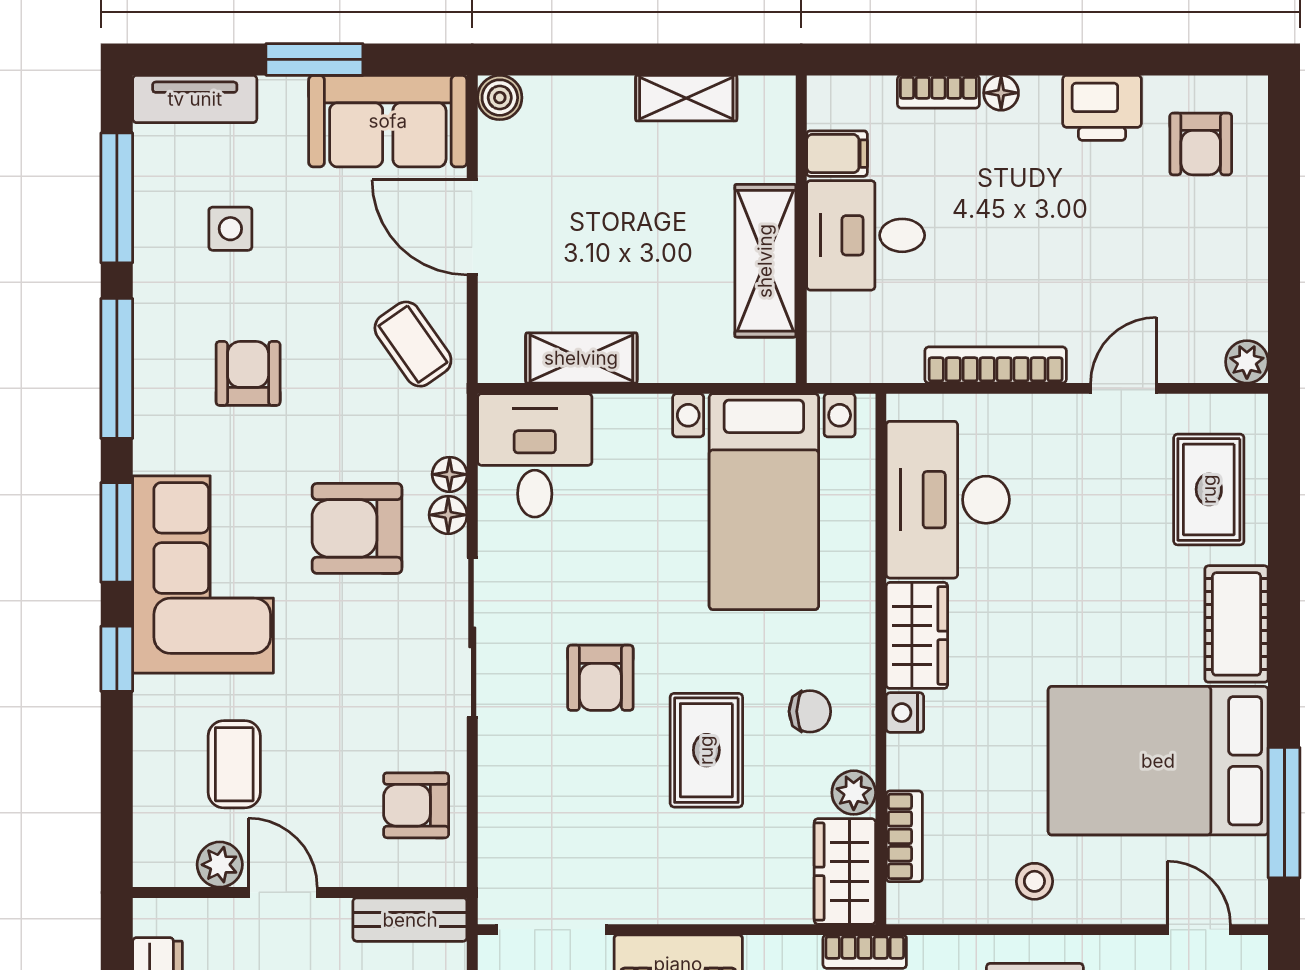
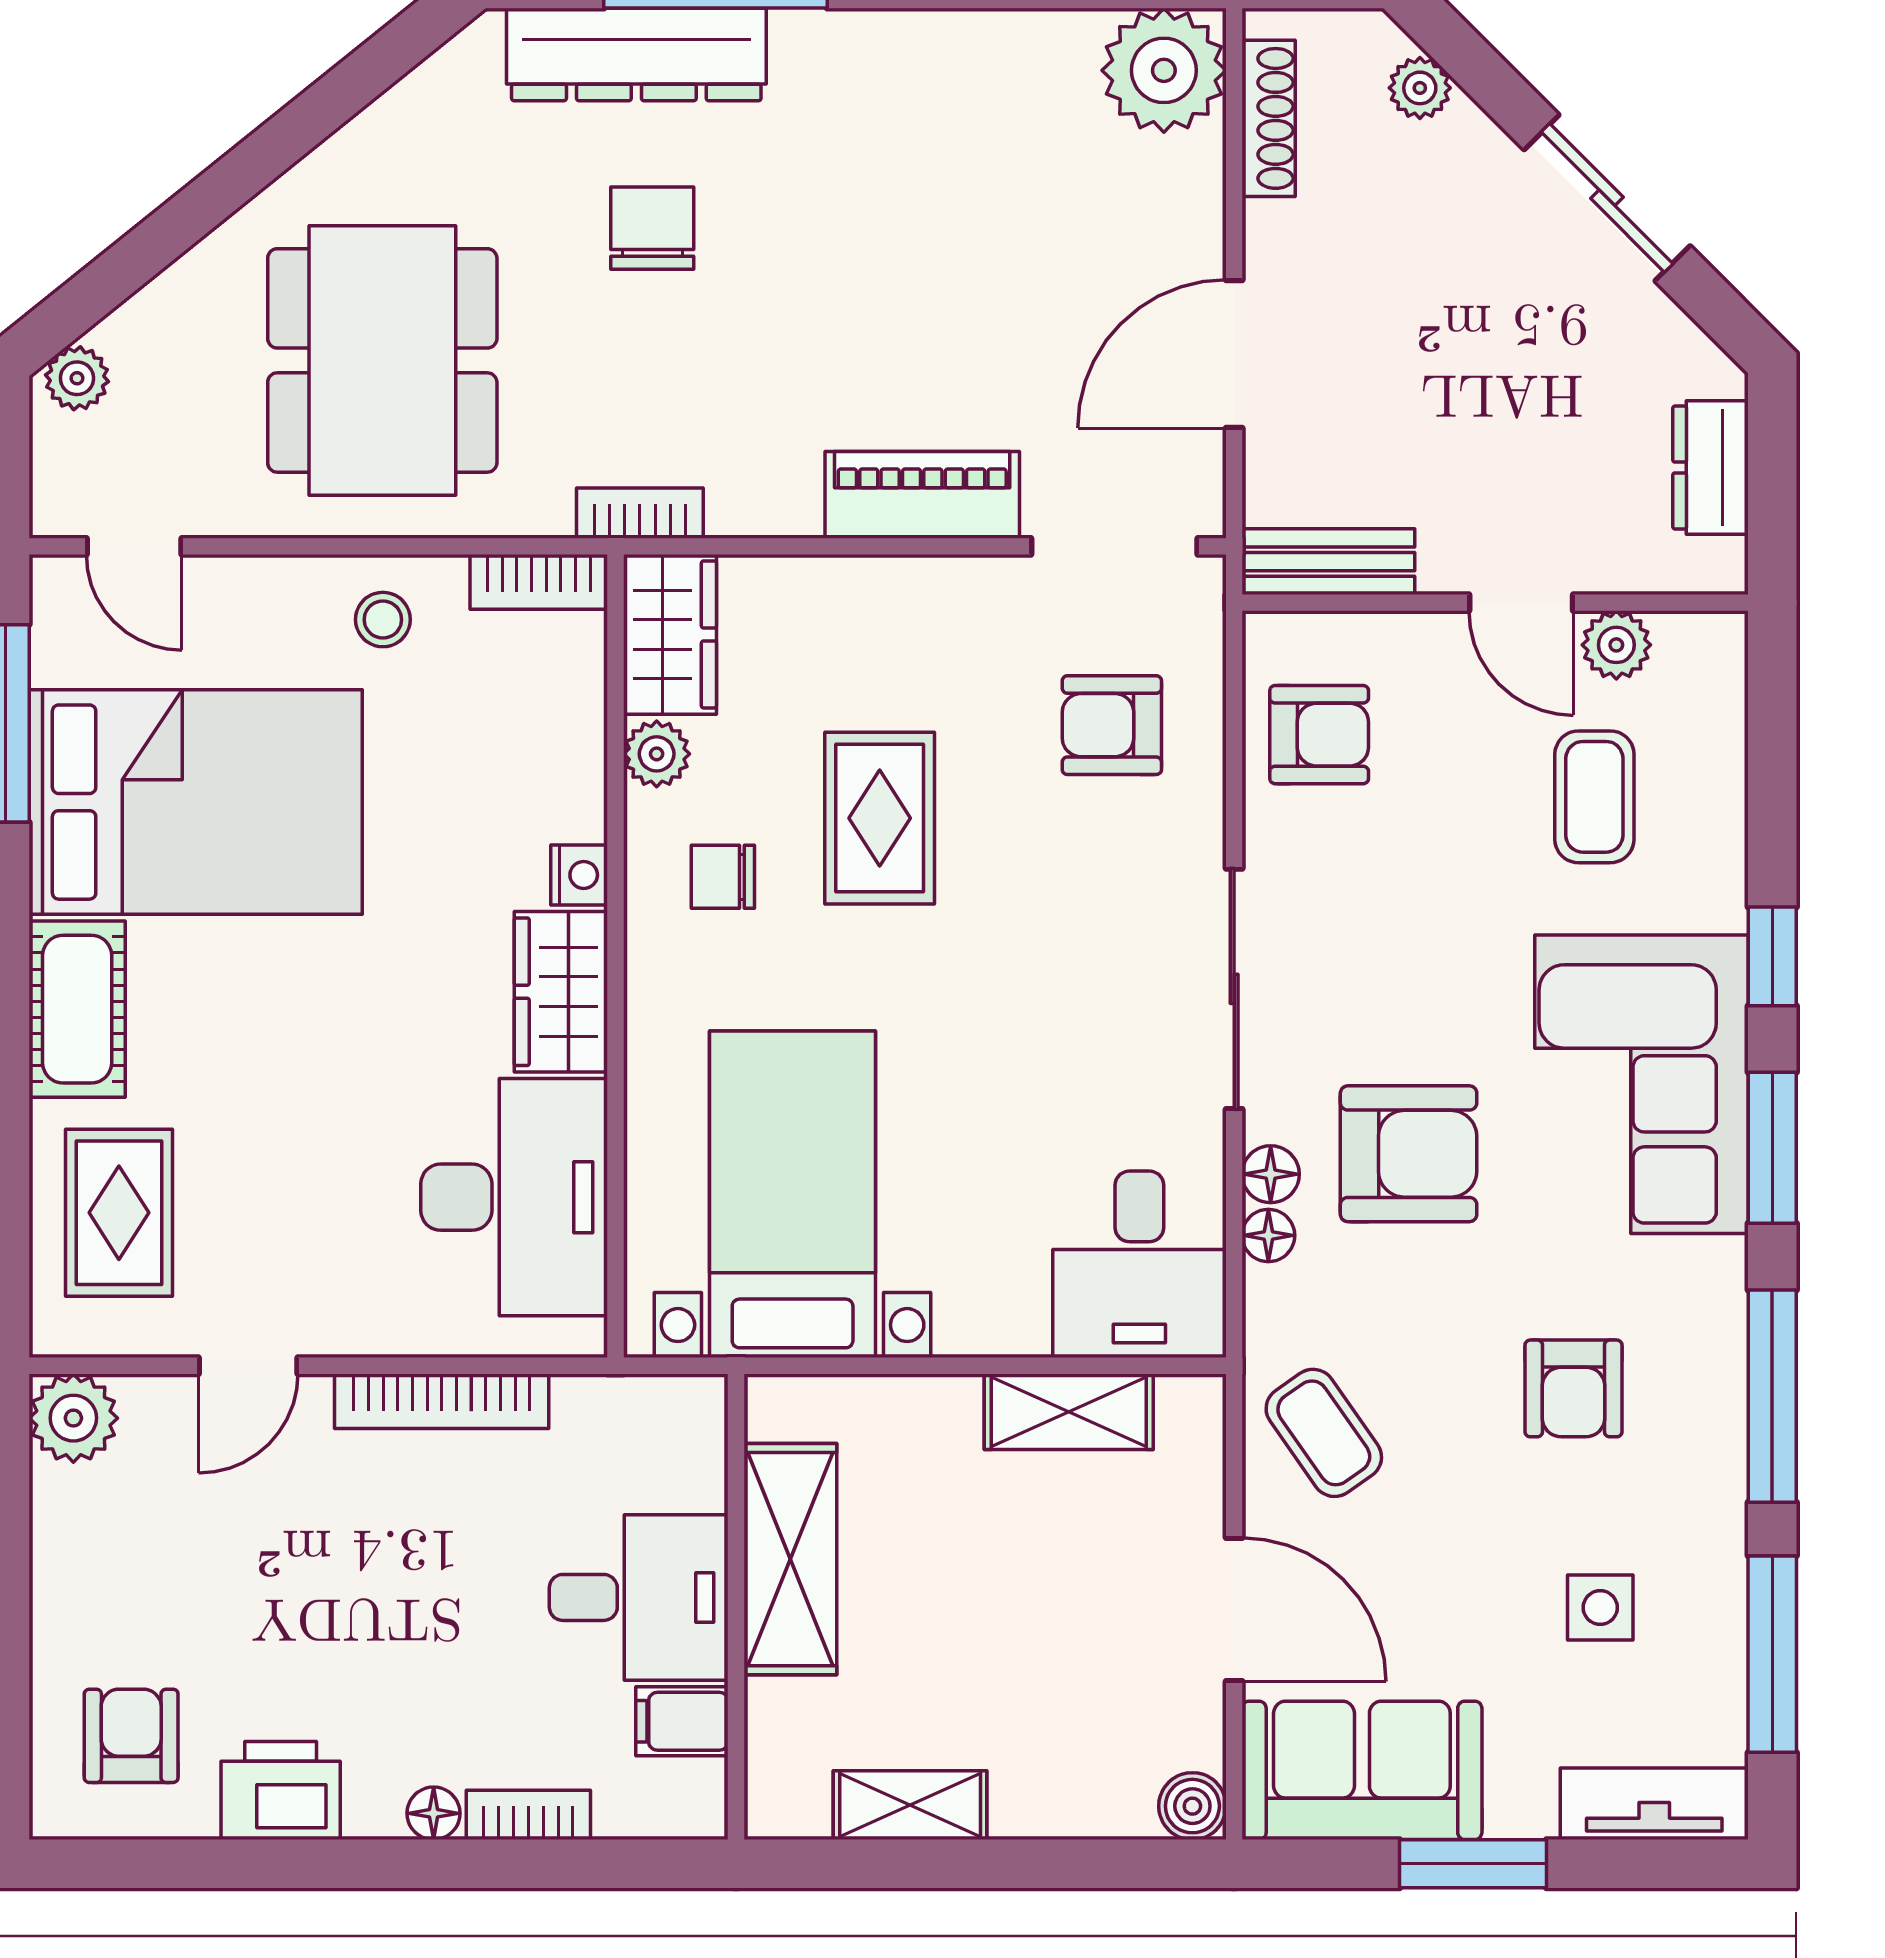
plant: (1247, 362) -> (73, 1418), width x1.38, depth x1.38
armchair: (600, 678) -> (1112, 725), moved, turned -90
bookcase: (904, 836) -> (539, 582), moved, turned -90

